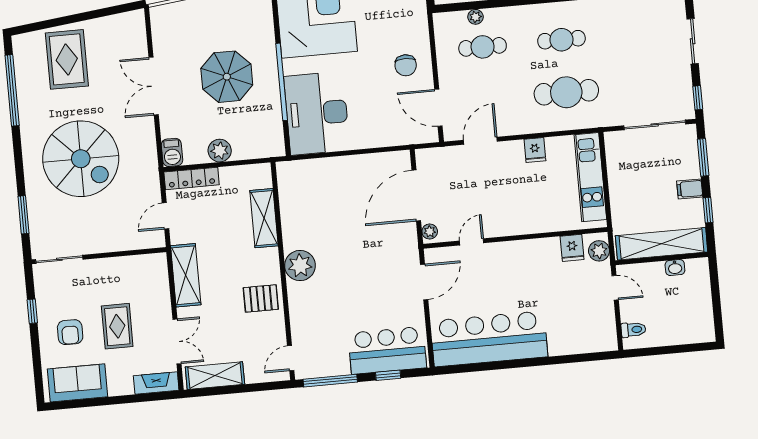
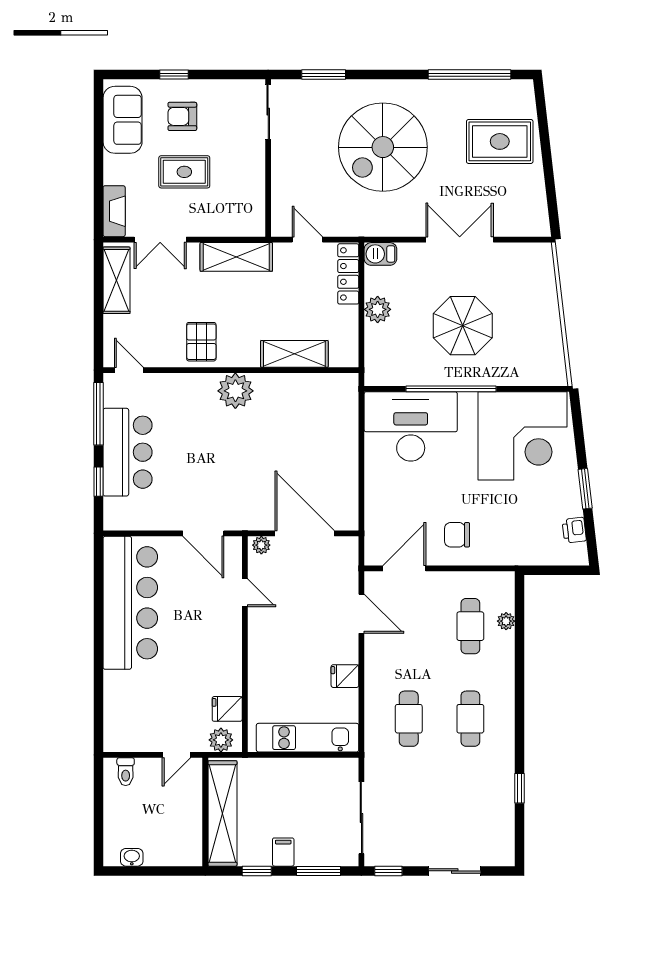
cafe table: (566, 92) -> (409, 719), width x0.73, depth x0.74
washbasin: (675, 268) -> (132, 857), moved, turned 90
window: (32, 311) -> (174, 75), moved
bar counter: (387, 350) -> (128, 452), moved

